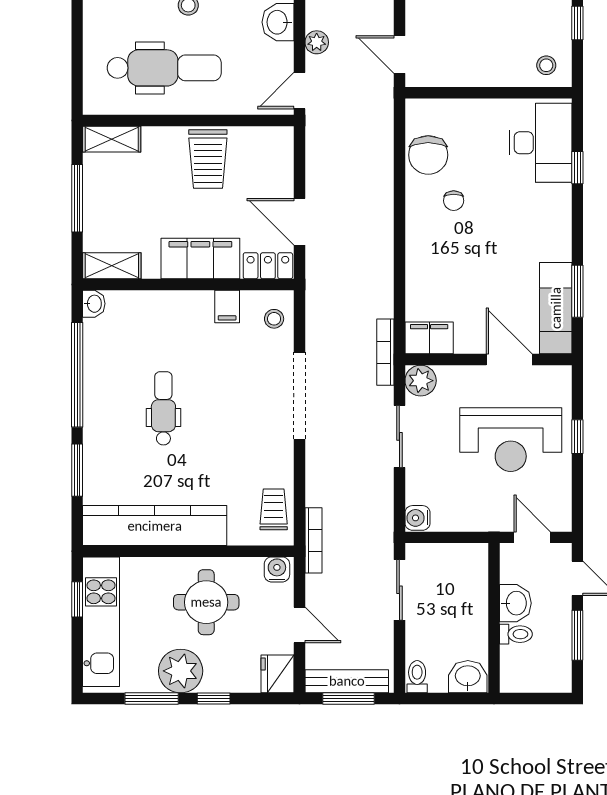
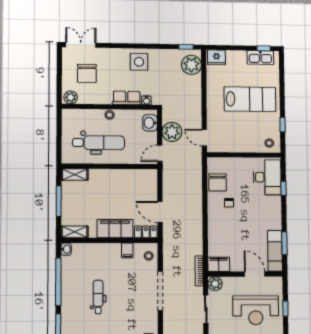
plant: (317, 42) -> (172, 132), width x1.87, depth x1.87
trolley: (208, 159) -> (118, 184), removed

